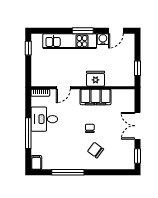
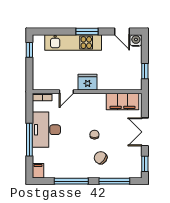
door: (116, 31) -> (122, 32), hinge flipped
water cooler: (103, 39) -> (136, 40), moved
fridge: (96, 79) -> (88, 82), moved
filing cabinet: (96, 97) -> (122, 102), moved
desk: (44, 119) -> (46, 130), width x1.37
window: (109, 172) -> (114, 181), added

